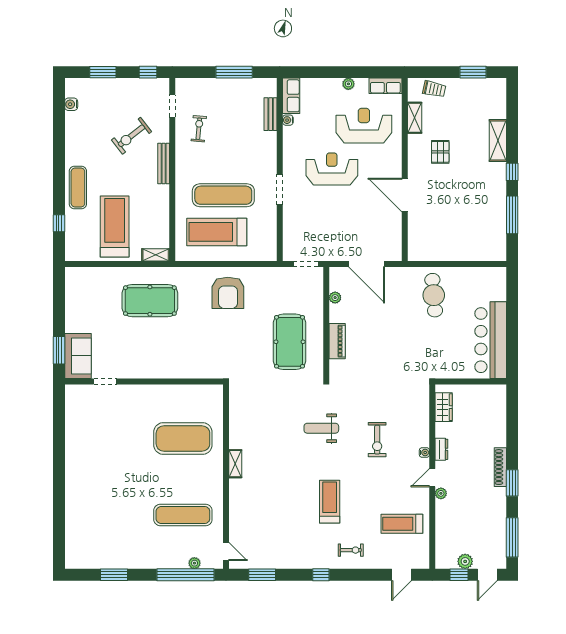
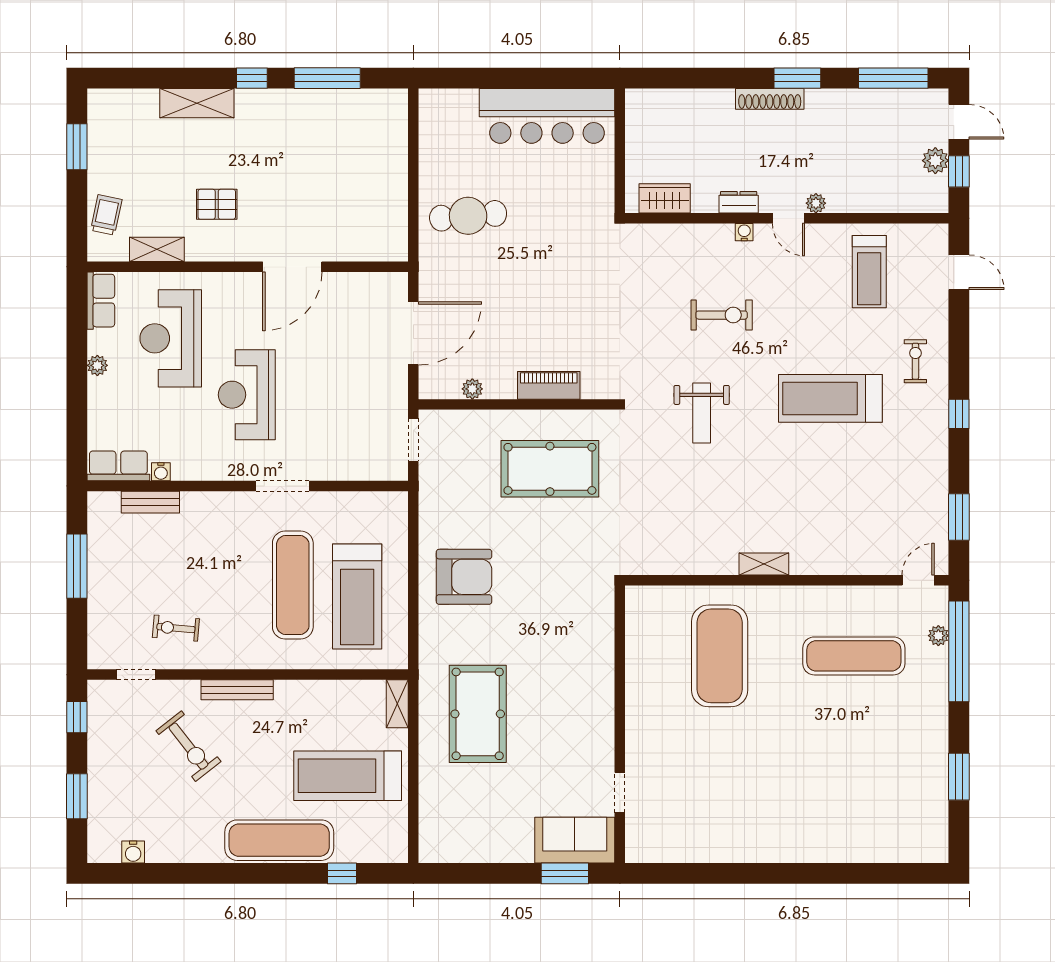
exercise mat: (78, 188) -> (279, 840), width x1.36, depth x1.45
treadmill: (330, 502) -> (830, 398), width x1.37, depth x1.38
exercise mat: (183, 515) -> (854, 656), turned 90

